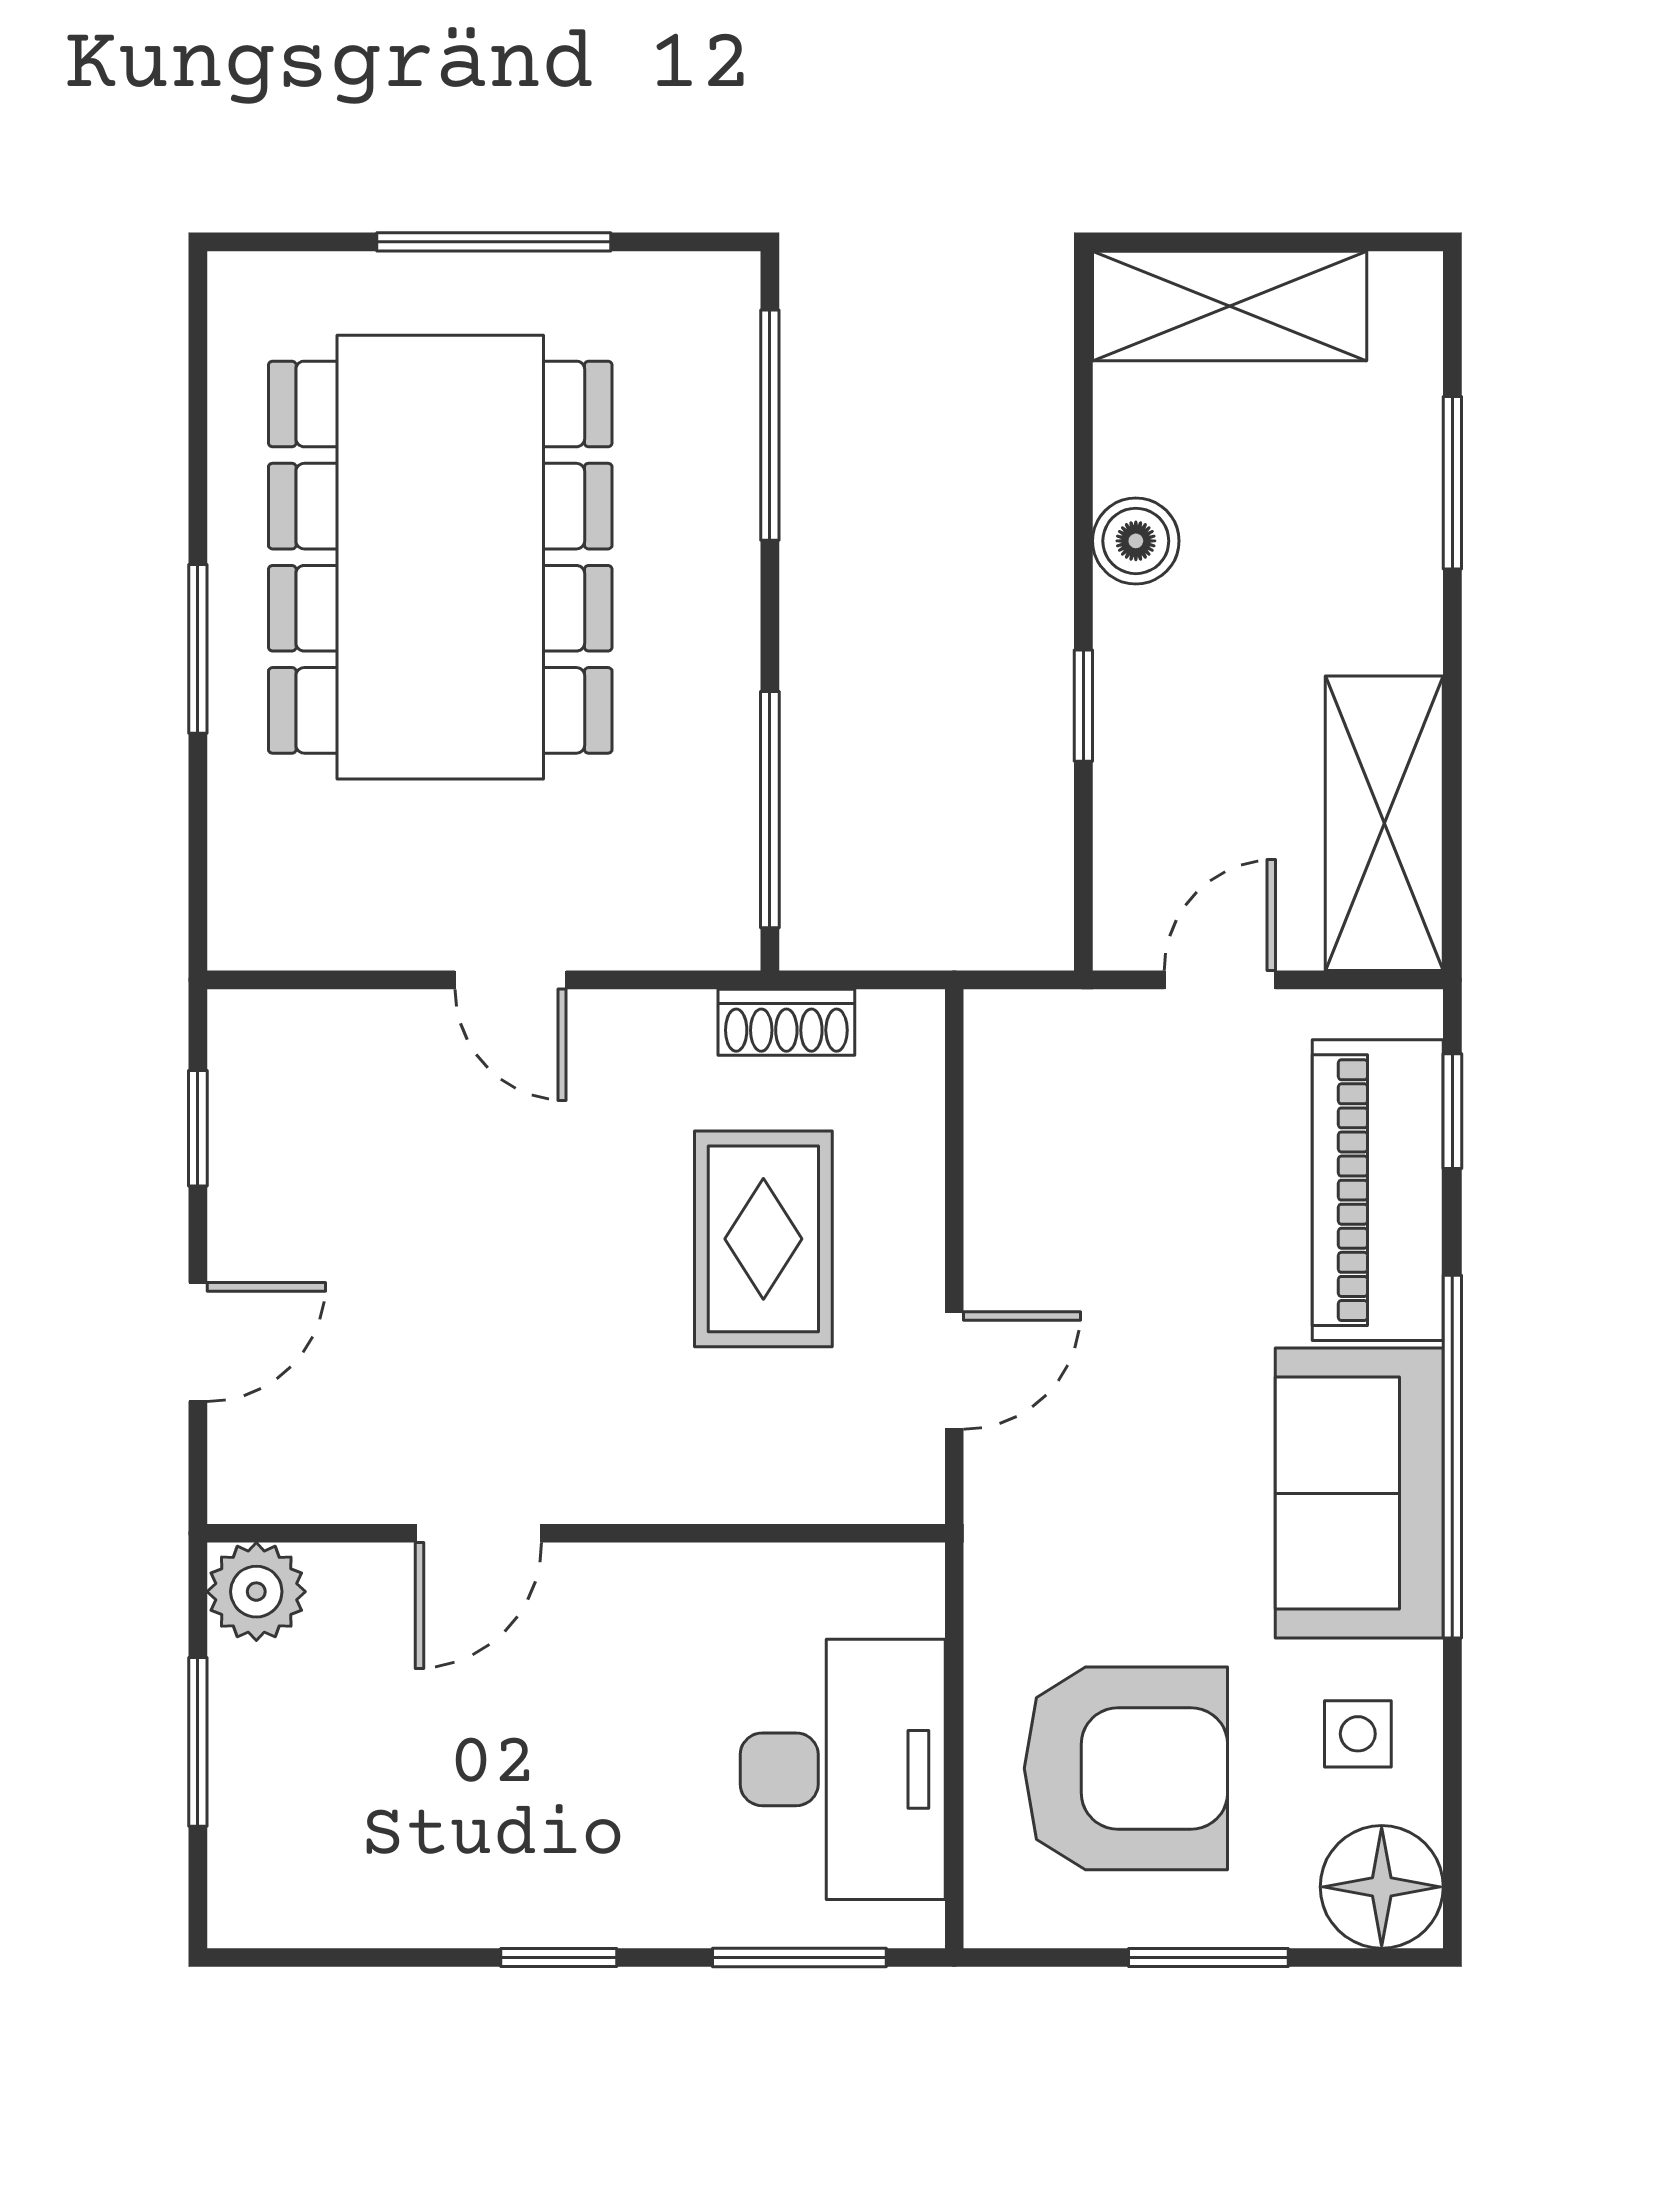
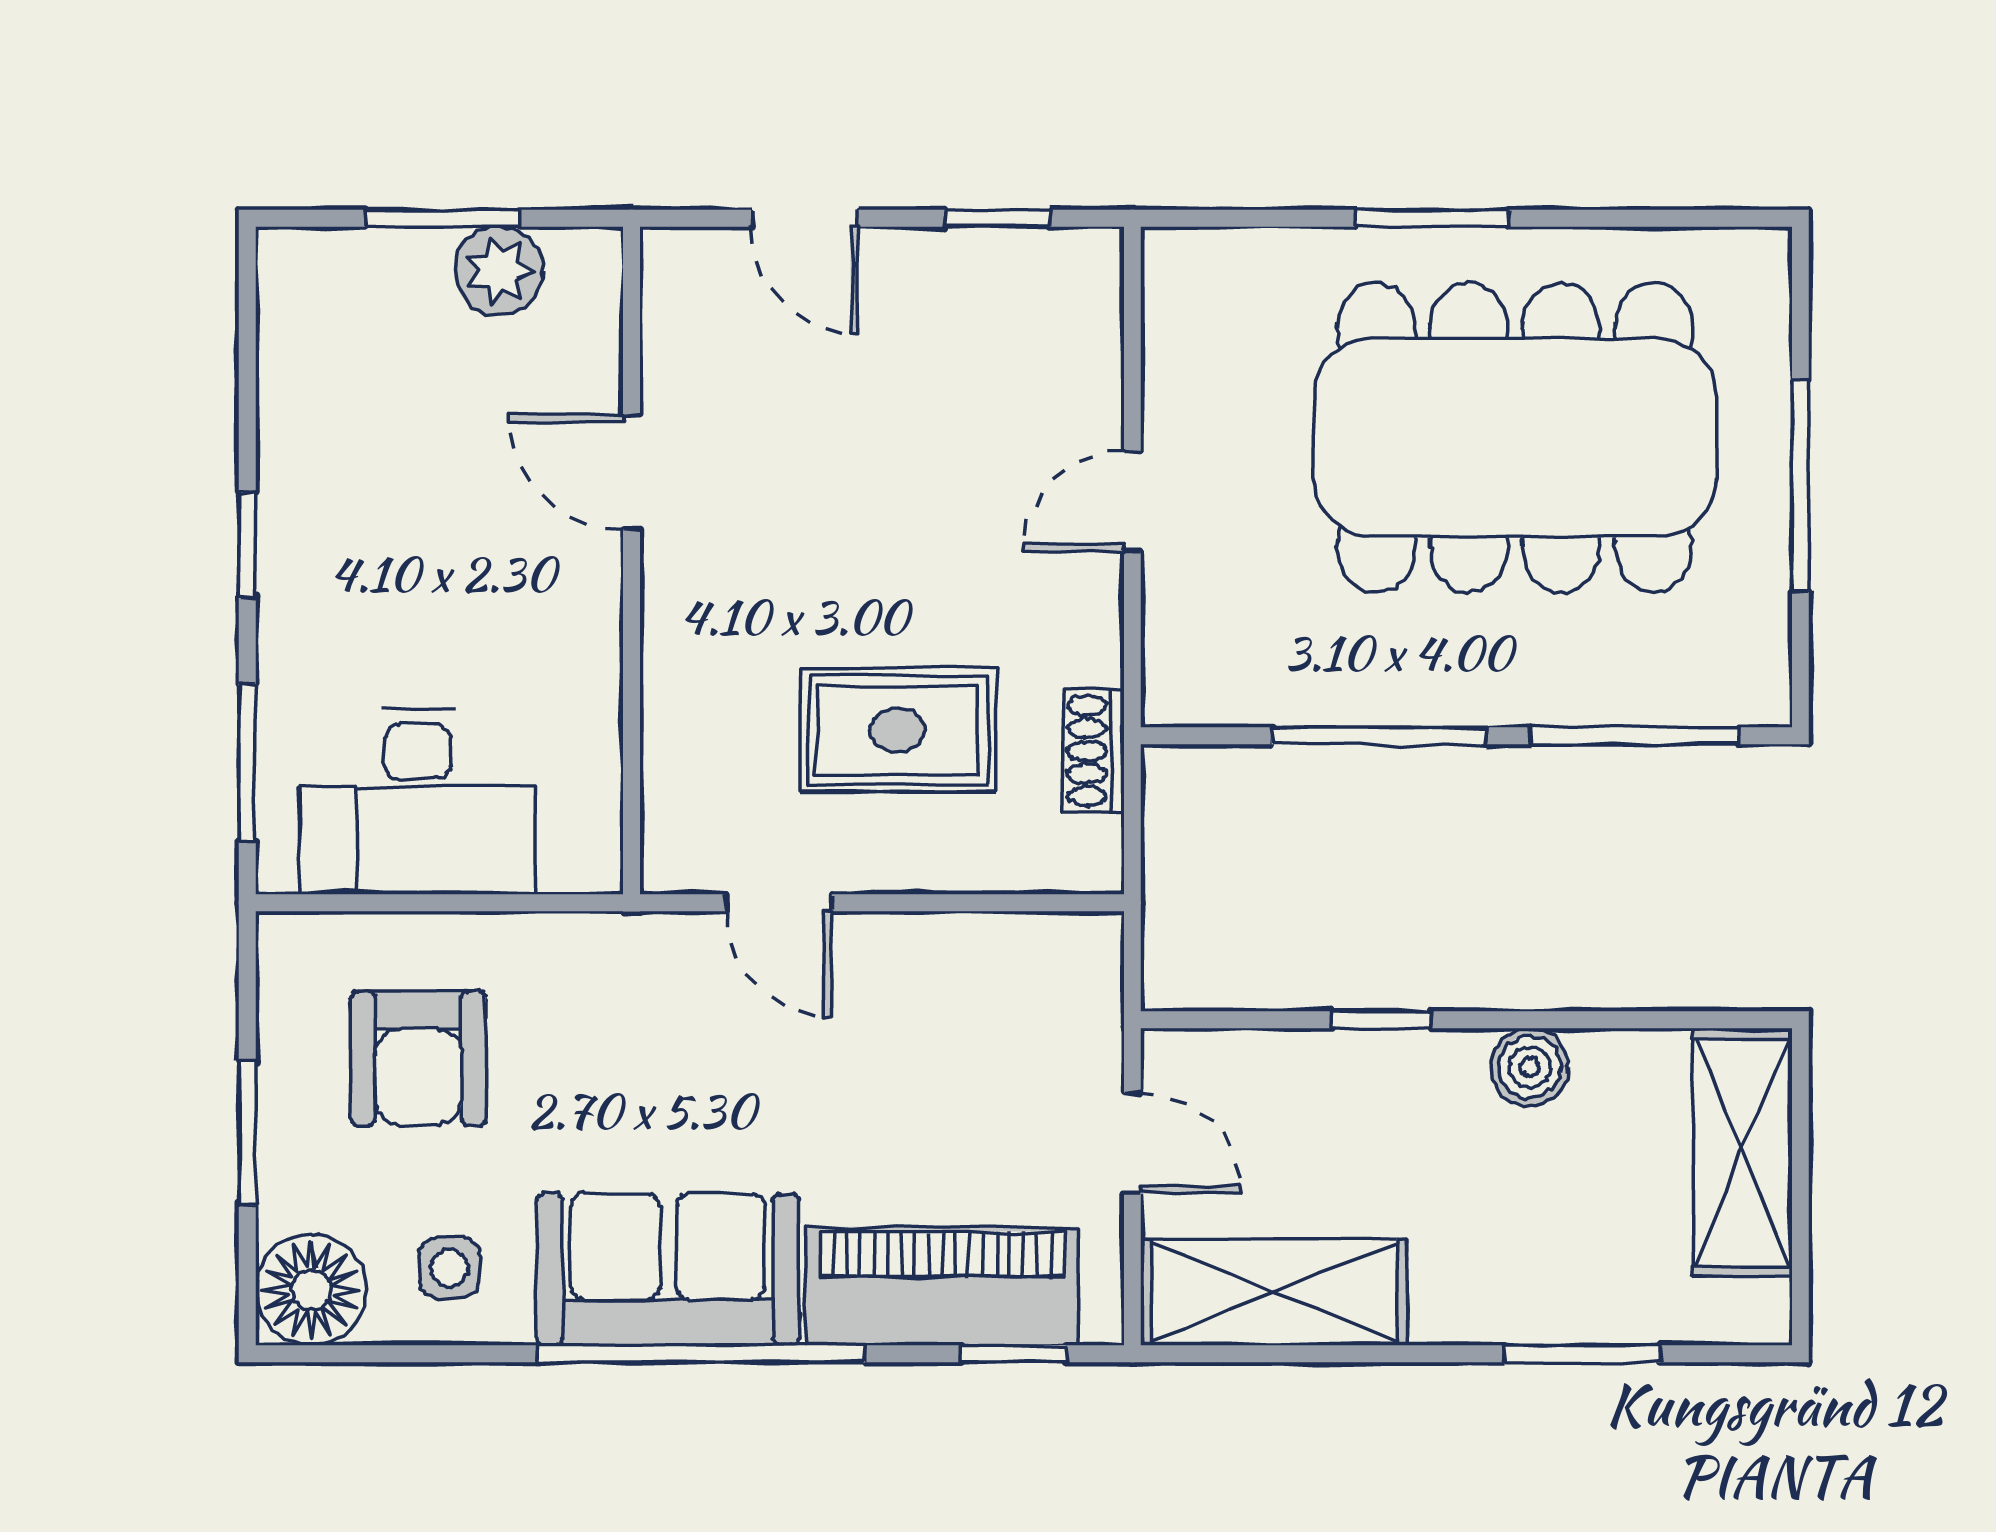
window: (770, 810) -> (1379, 736), moved
plant: (256, 1592) -> (498, 271), moved
armchair: (1126, 1768) -> (418, 1058), width x0.73, depth x0.73

